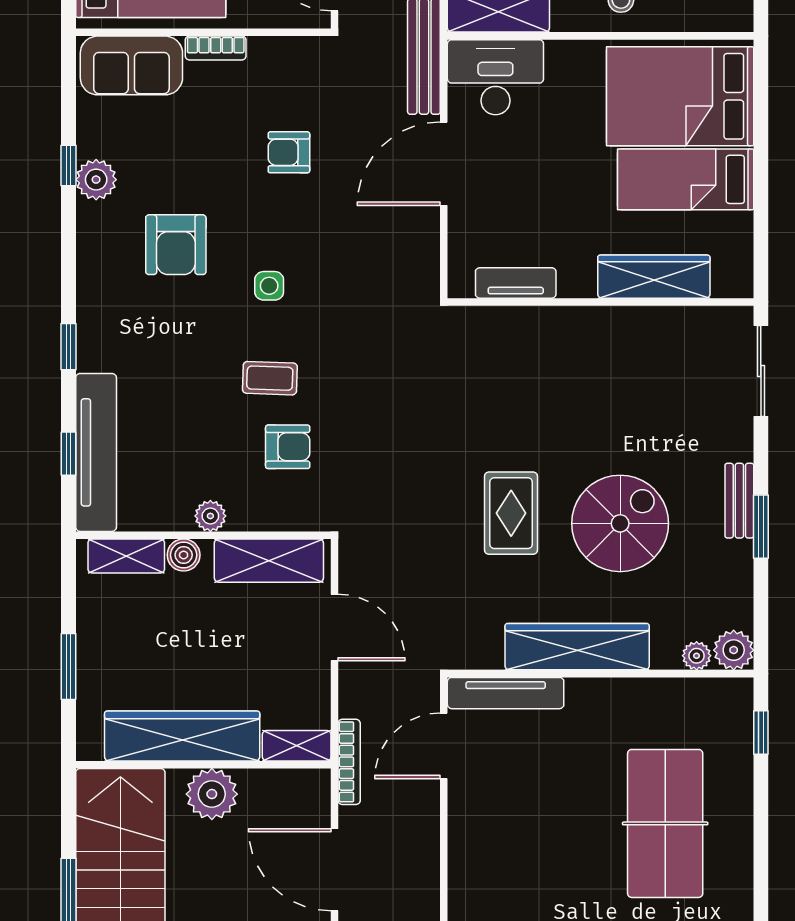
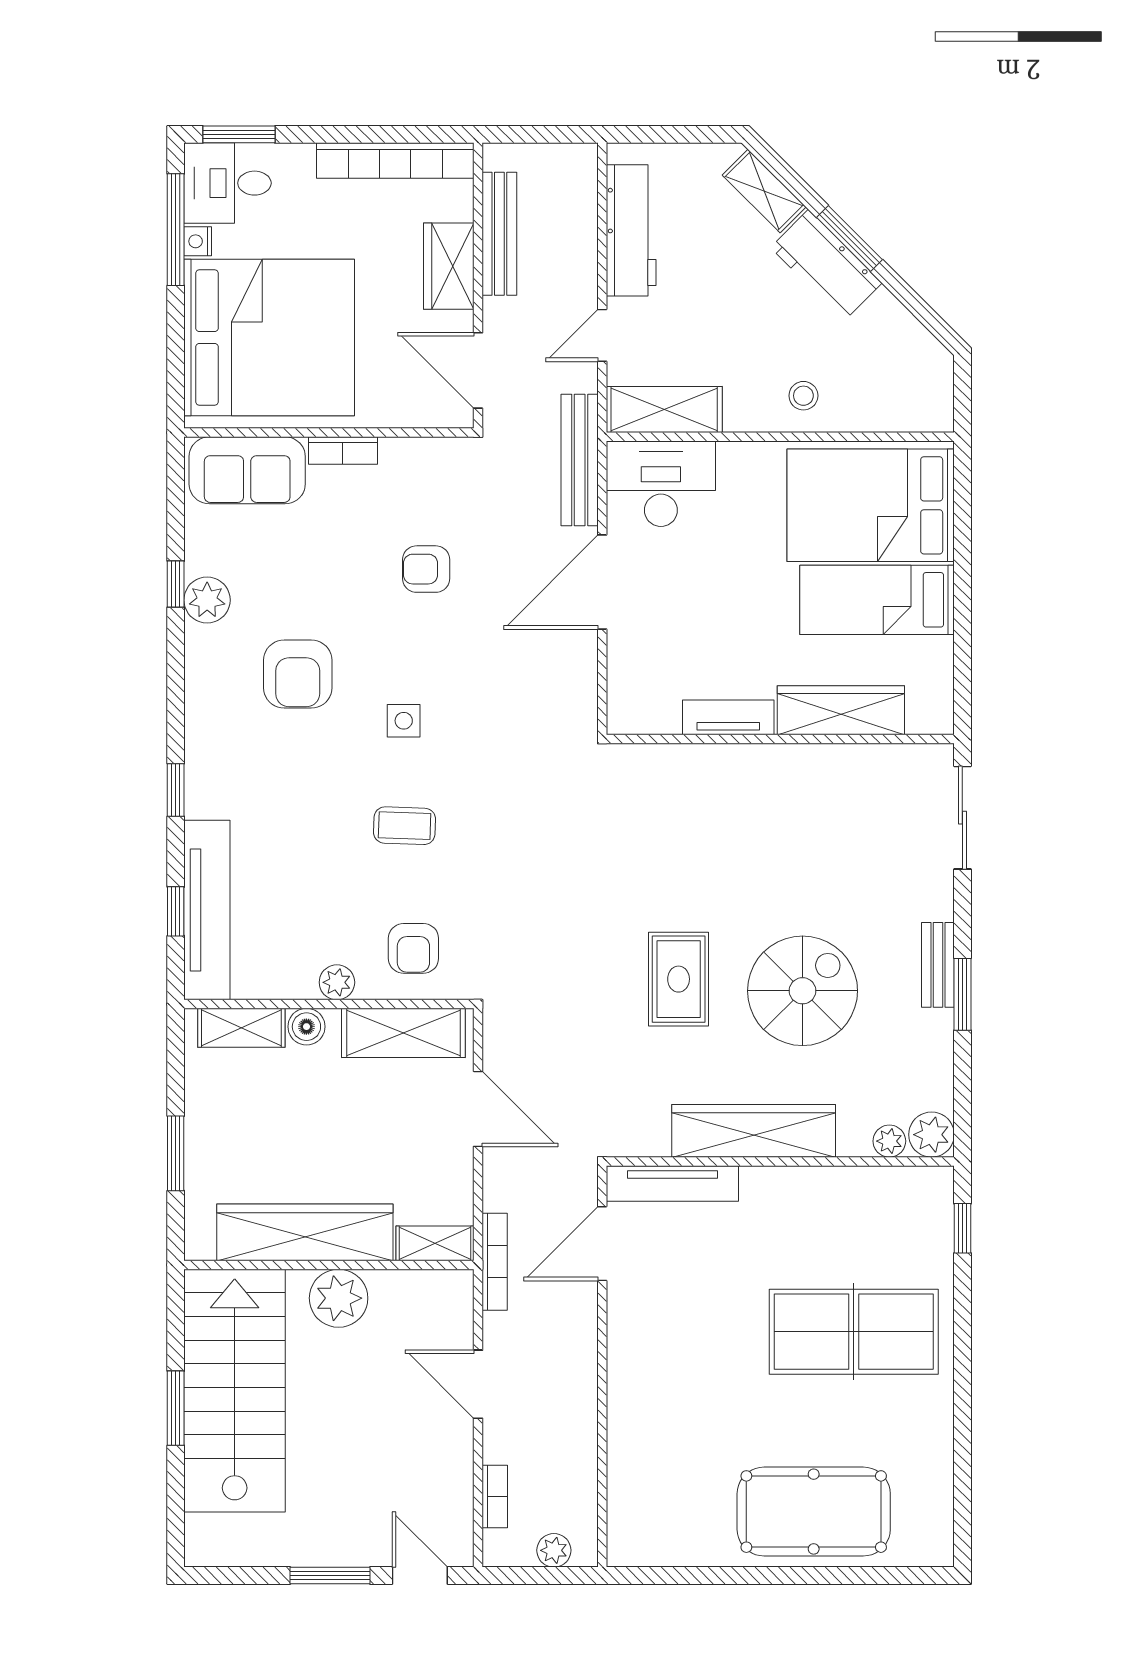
tv unit: (516, 283) -> (728, 717), moved
armchair: (288, 447) -> (413, 948), moved, turned 90
table tennis table: (665, 823) -> (854, 1332), turned 90
door: (335, 870) -> (478, 1384), width x0.73

